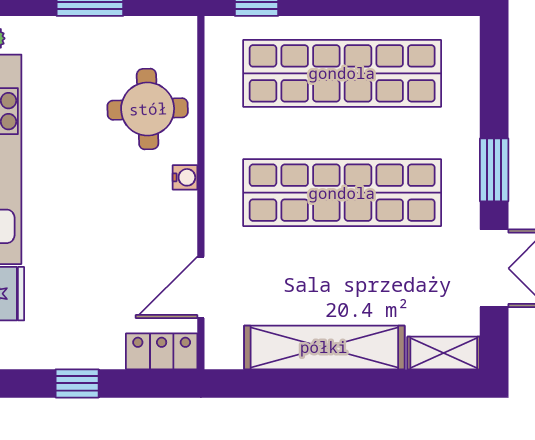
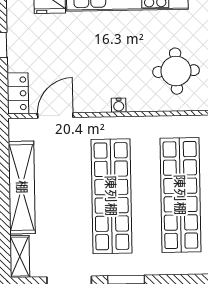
round table: (148, 109) -> (176, 71), moved
door: (201, 287) -> (55, 115), hinge flipped

